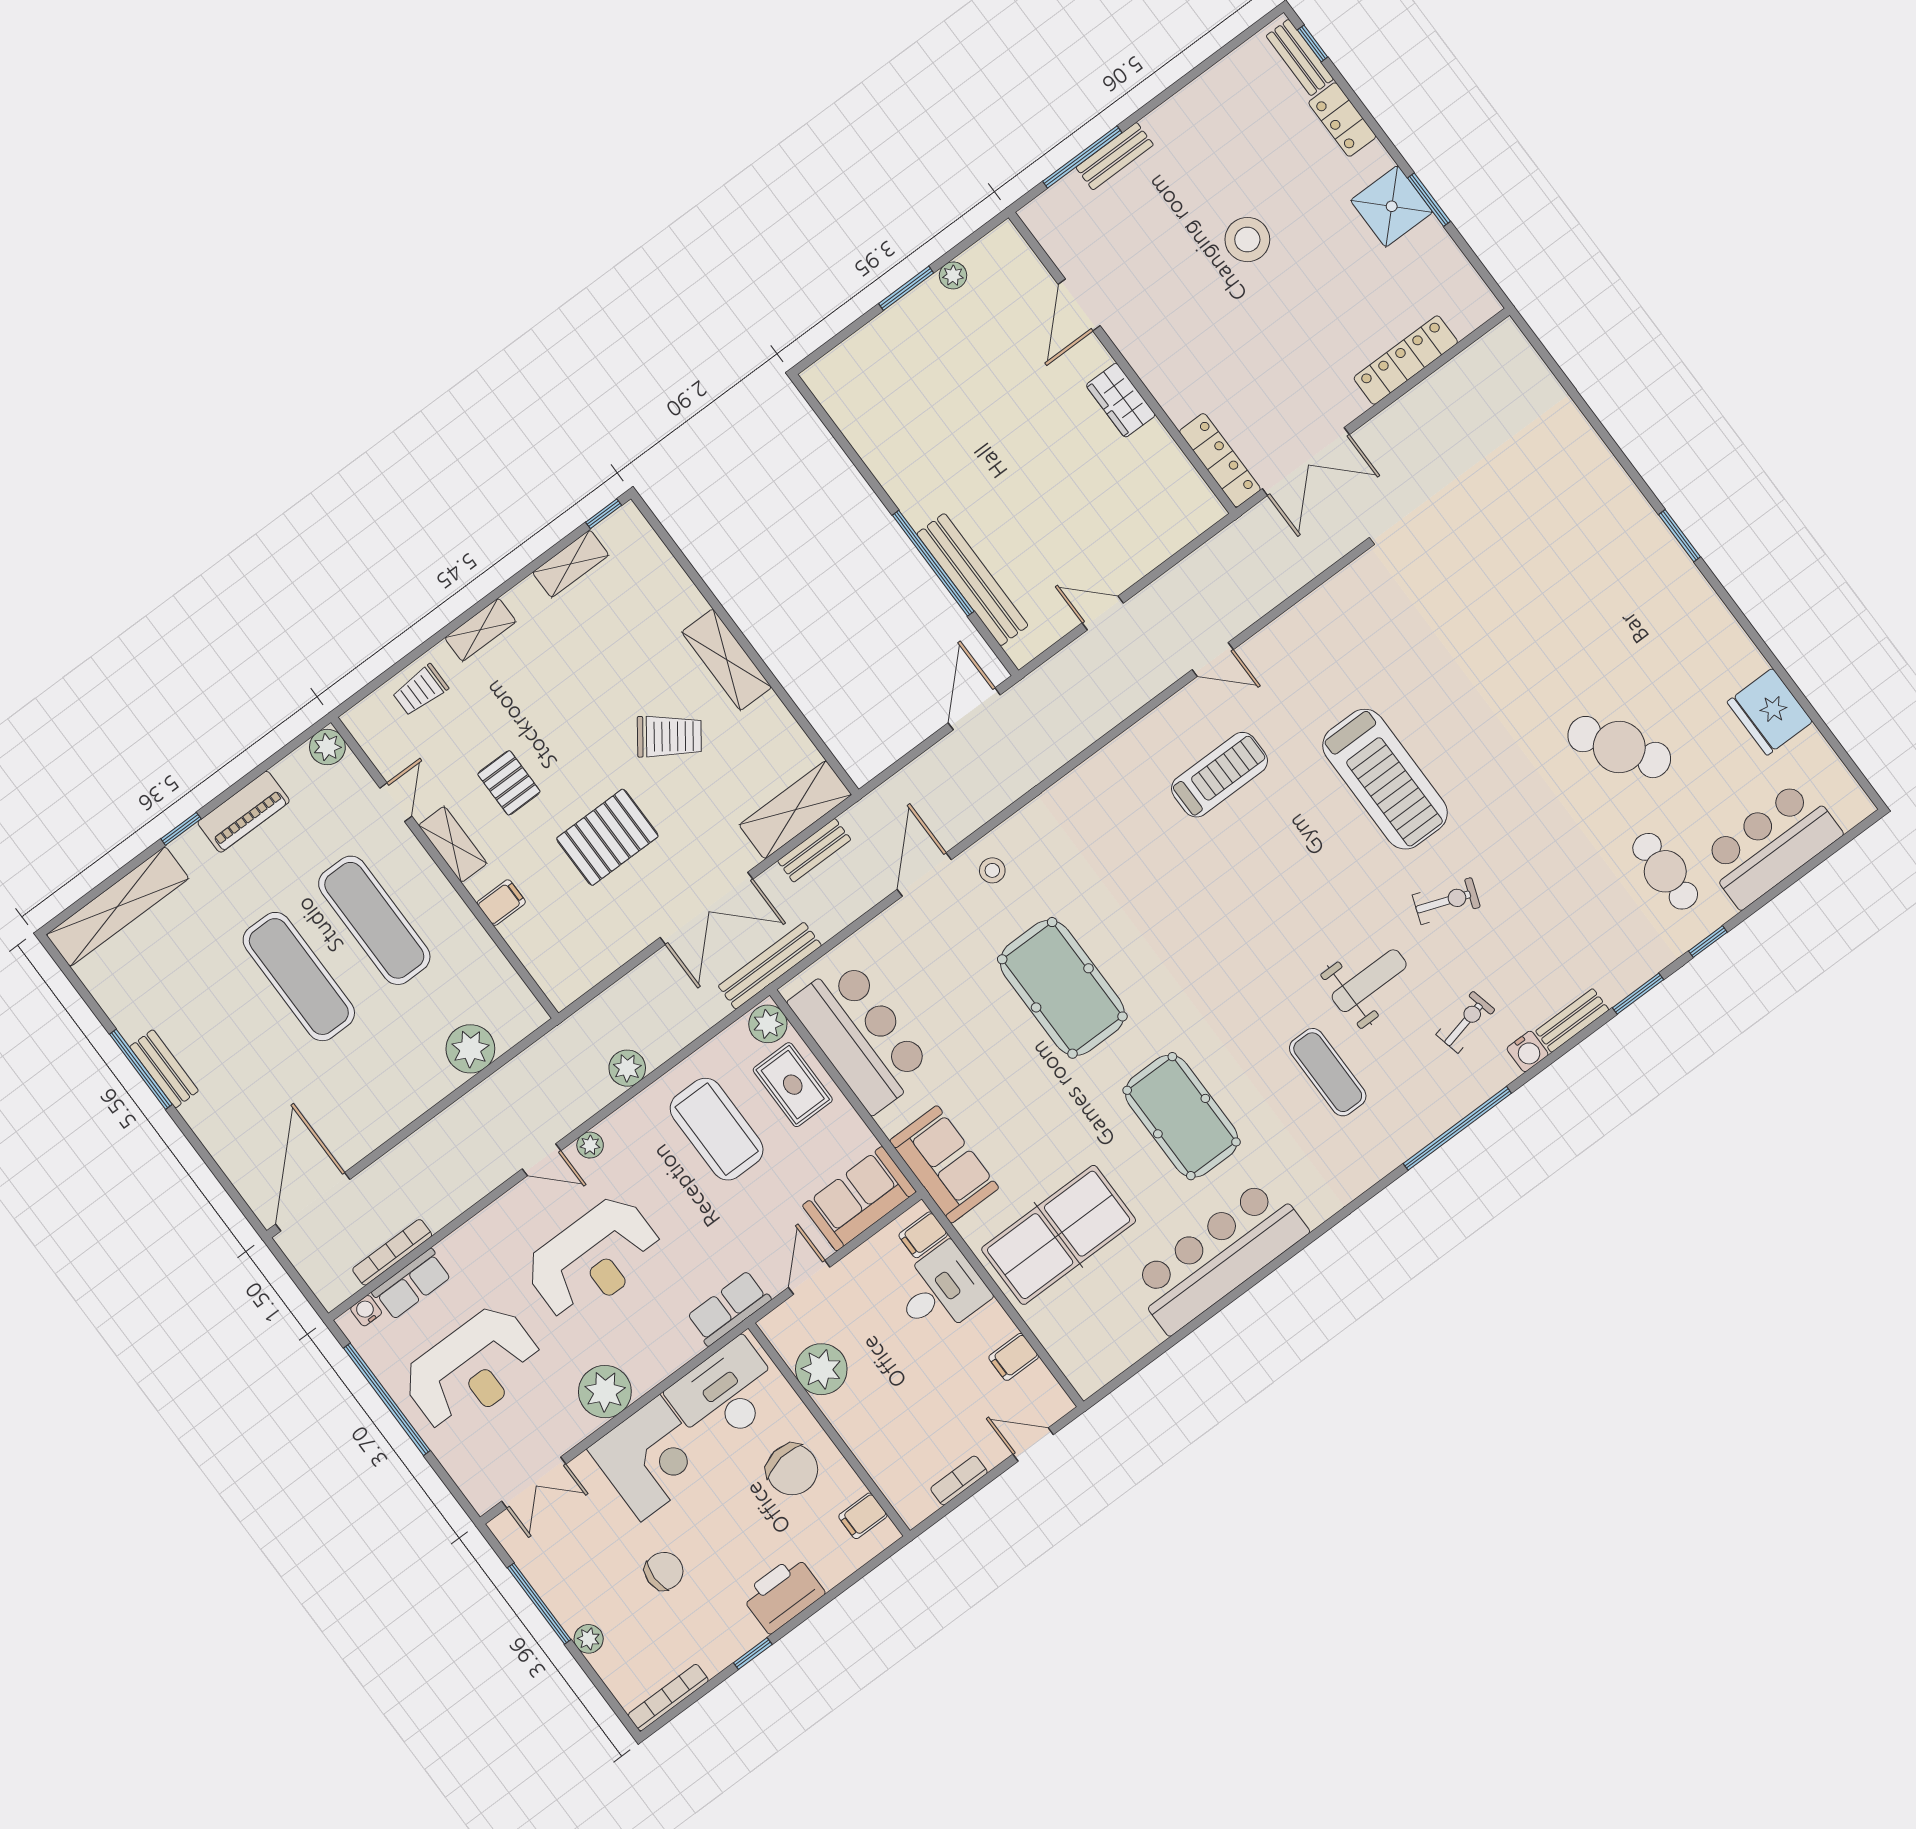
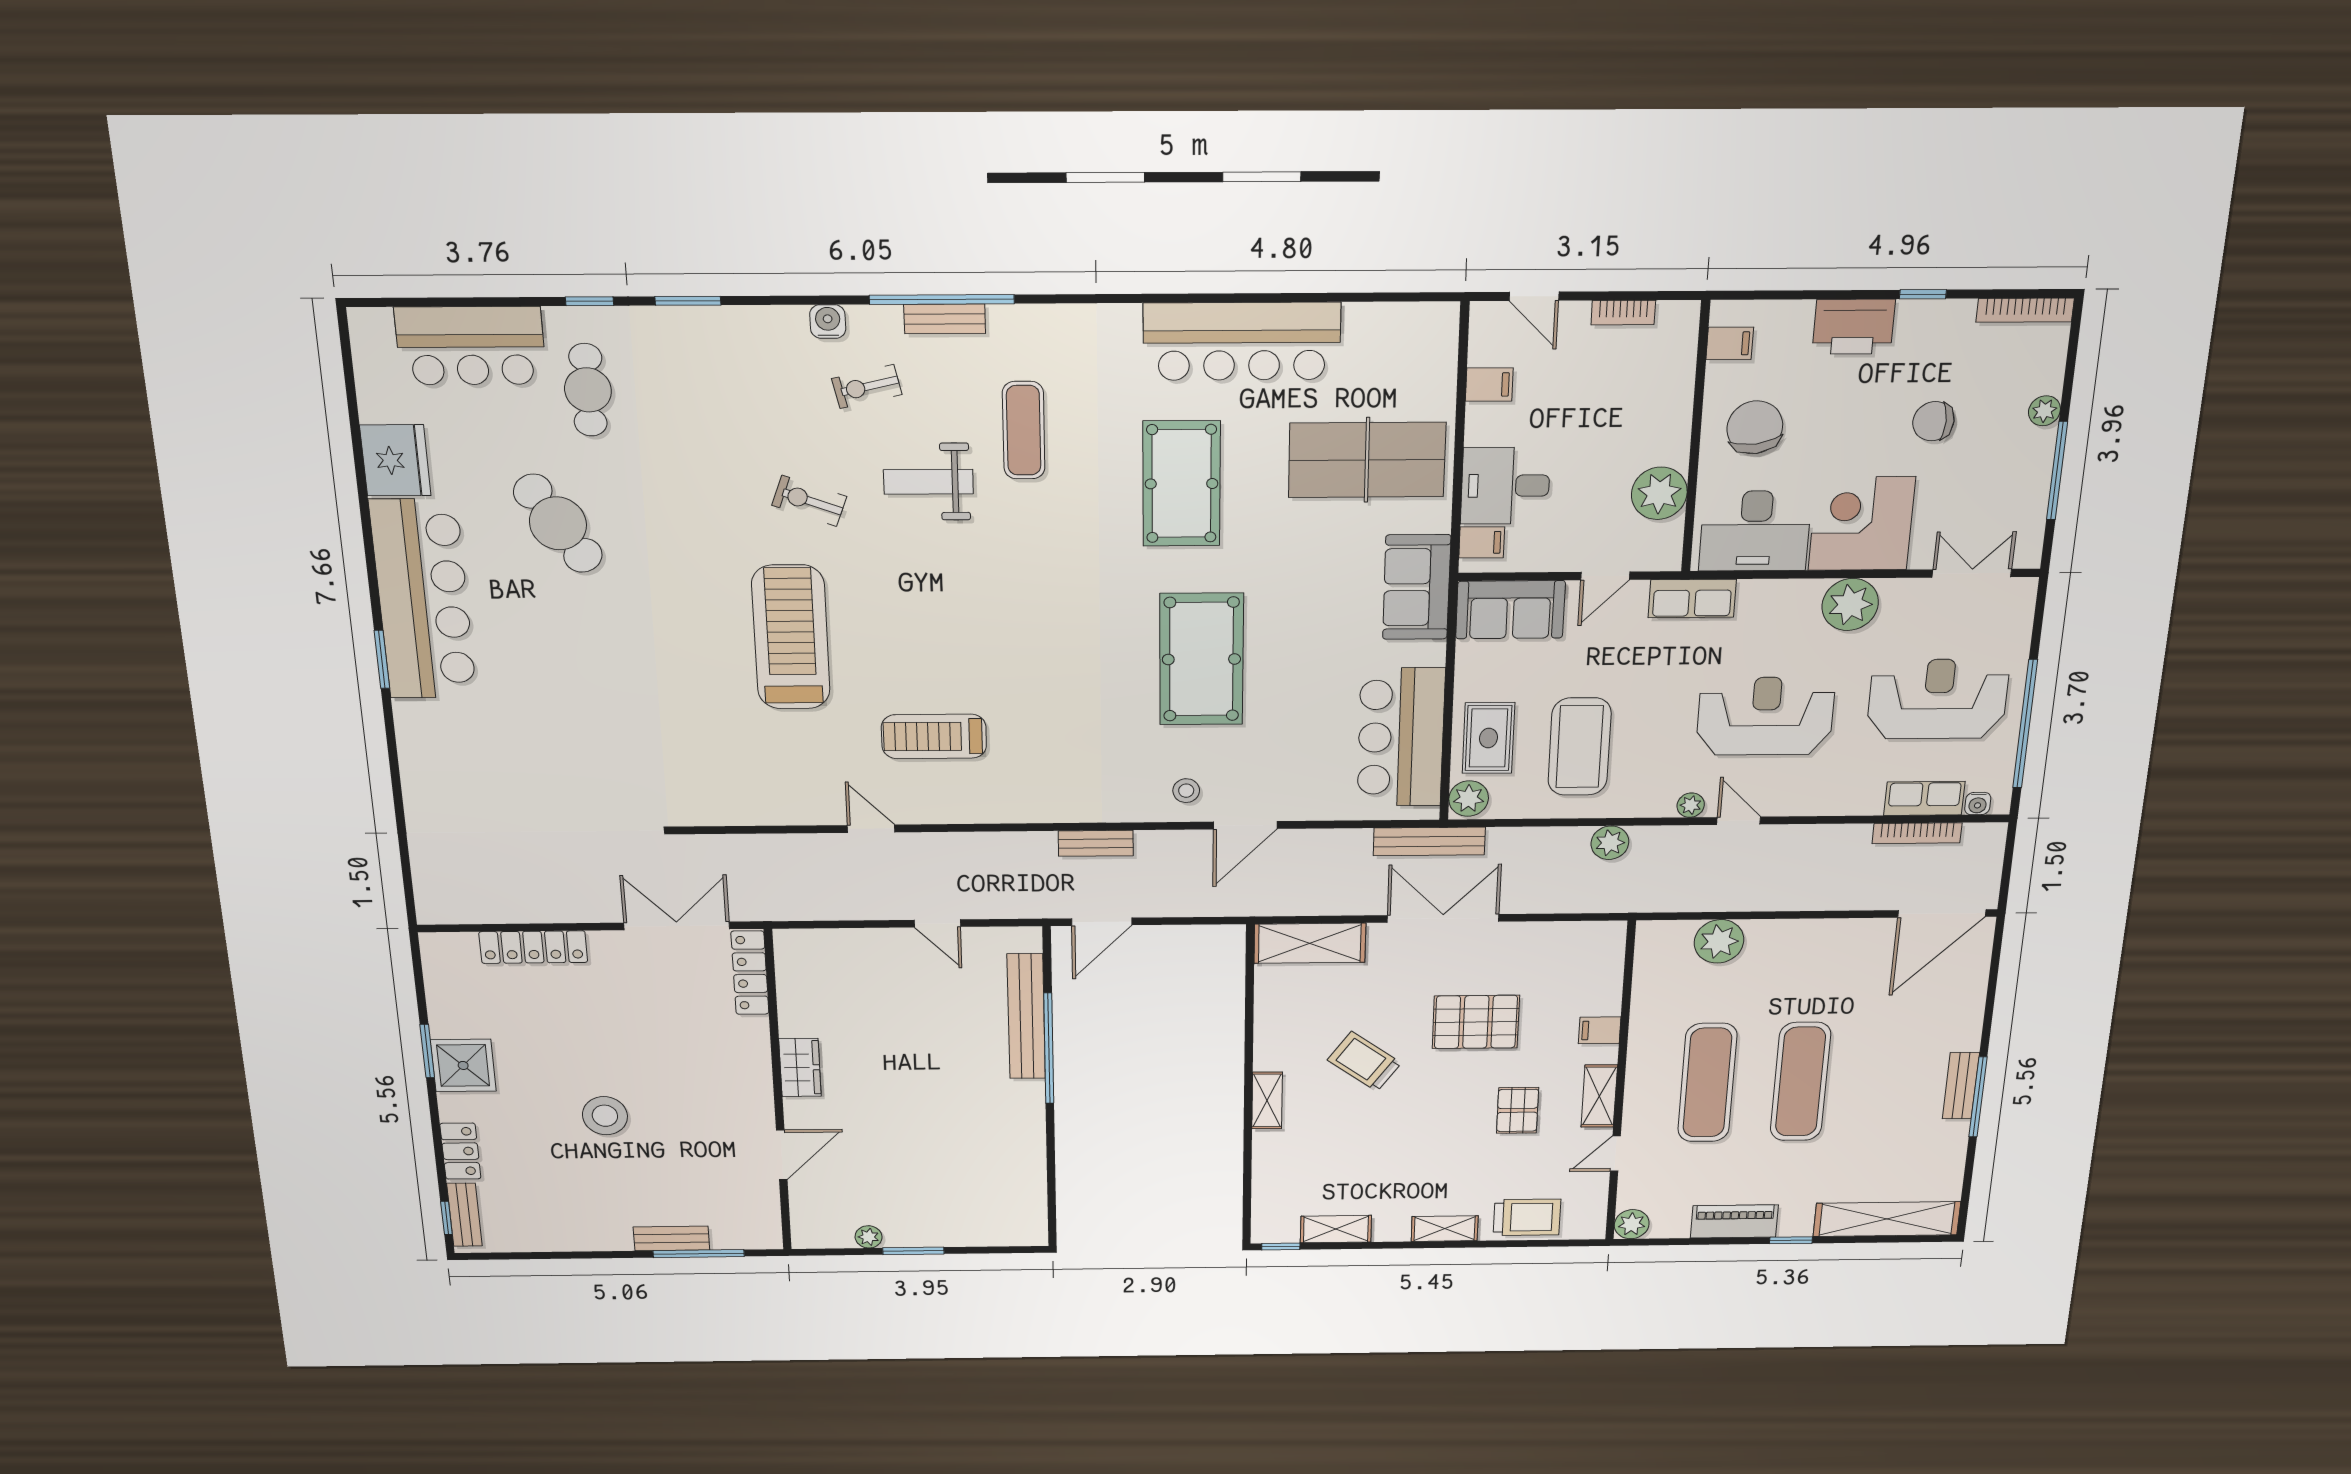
bar counter: (1680, 610) -> (423, 599), added
shelving: (727, 660) -> (1267, 1100), width x0.67, depth x0.75
trolley: (420, 690) -> (1527, 1217), width x1.36, depth x1.39
bench: (814, 850) -> (1096, 843), moved
bench: (1572, 1020) -> (945, 319), moved

